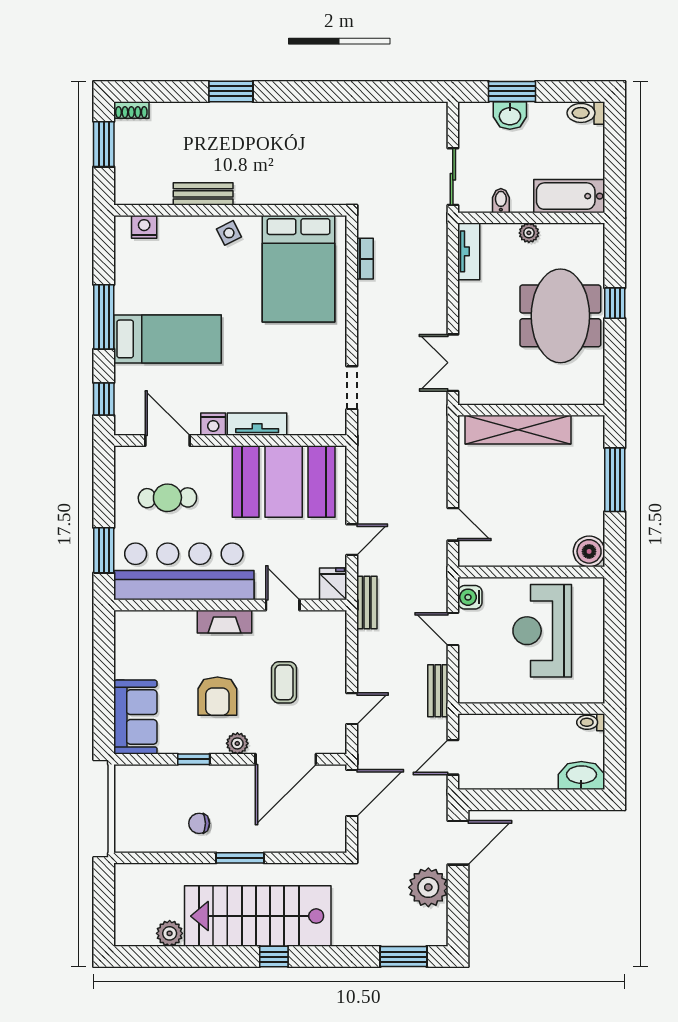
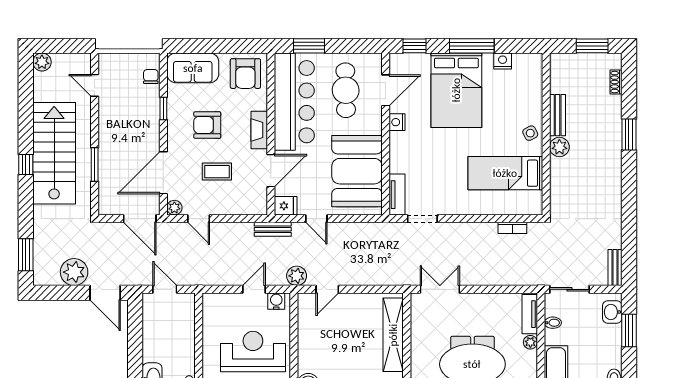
shoe rack: (131, 110) -> (616, 82), moved
washbasin: (510, 115) -> (612, 312), moved
plant: (249, 191) -> (559, 147), added
nightstand: (144, 227) -> (503, 61), moved, turned -90
tv unit: (469, 251) -> (530, 314), moved, turned 90
bed: (298, 269) -> (505, 173), width x0.67
bed: (168, 339) -> (456, 90), width x1.50
tv unit: (257, 424) -> (397, 195), moved
cafe table: (167, 498) -> (346, 90), width x1.37, depth x1.35
plant: (434, 568) -> (297, 276), added
door: (283, 605) -> (271, 171), width x1.37
armchair: (143, 642) -> (245, 74), added
bench: (438, 691) -> (615, 268), moved, turned 90
plant: (237, 743) -> (174, 208), moved
door: (286, 759) -> (163, 173), hinge flipped
chair: (199, 823) -> (151, 77), moved
door: (160, 858) -> (95, 85), added
window: (240, 858) -> (95, 165), moved
plant: (170, 933) -> (42, 62), moved

